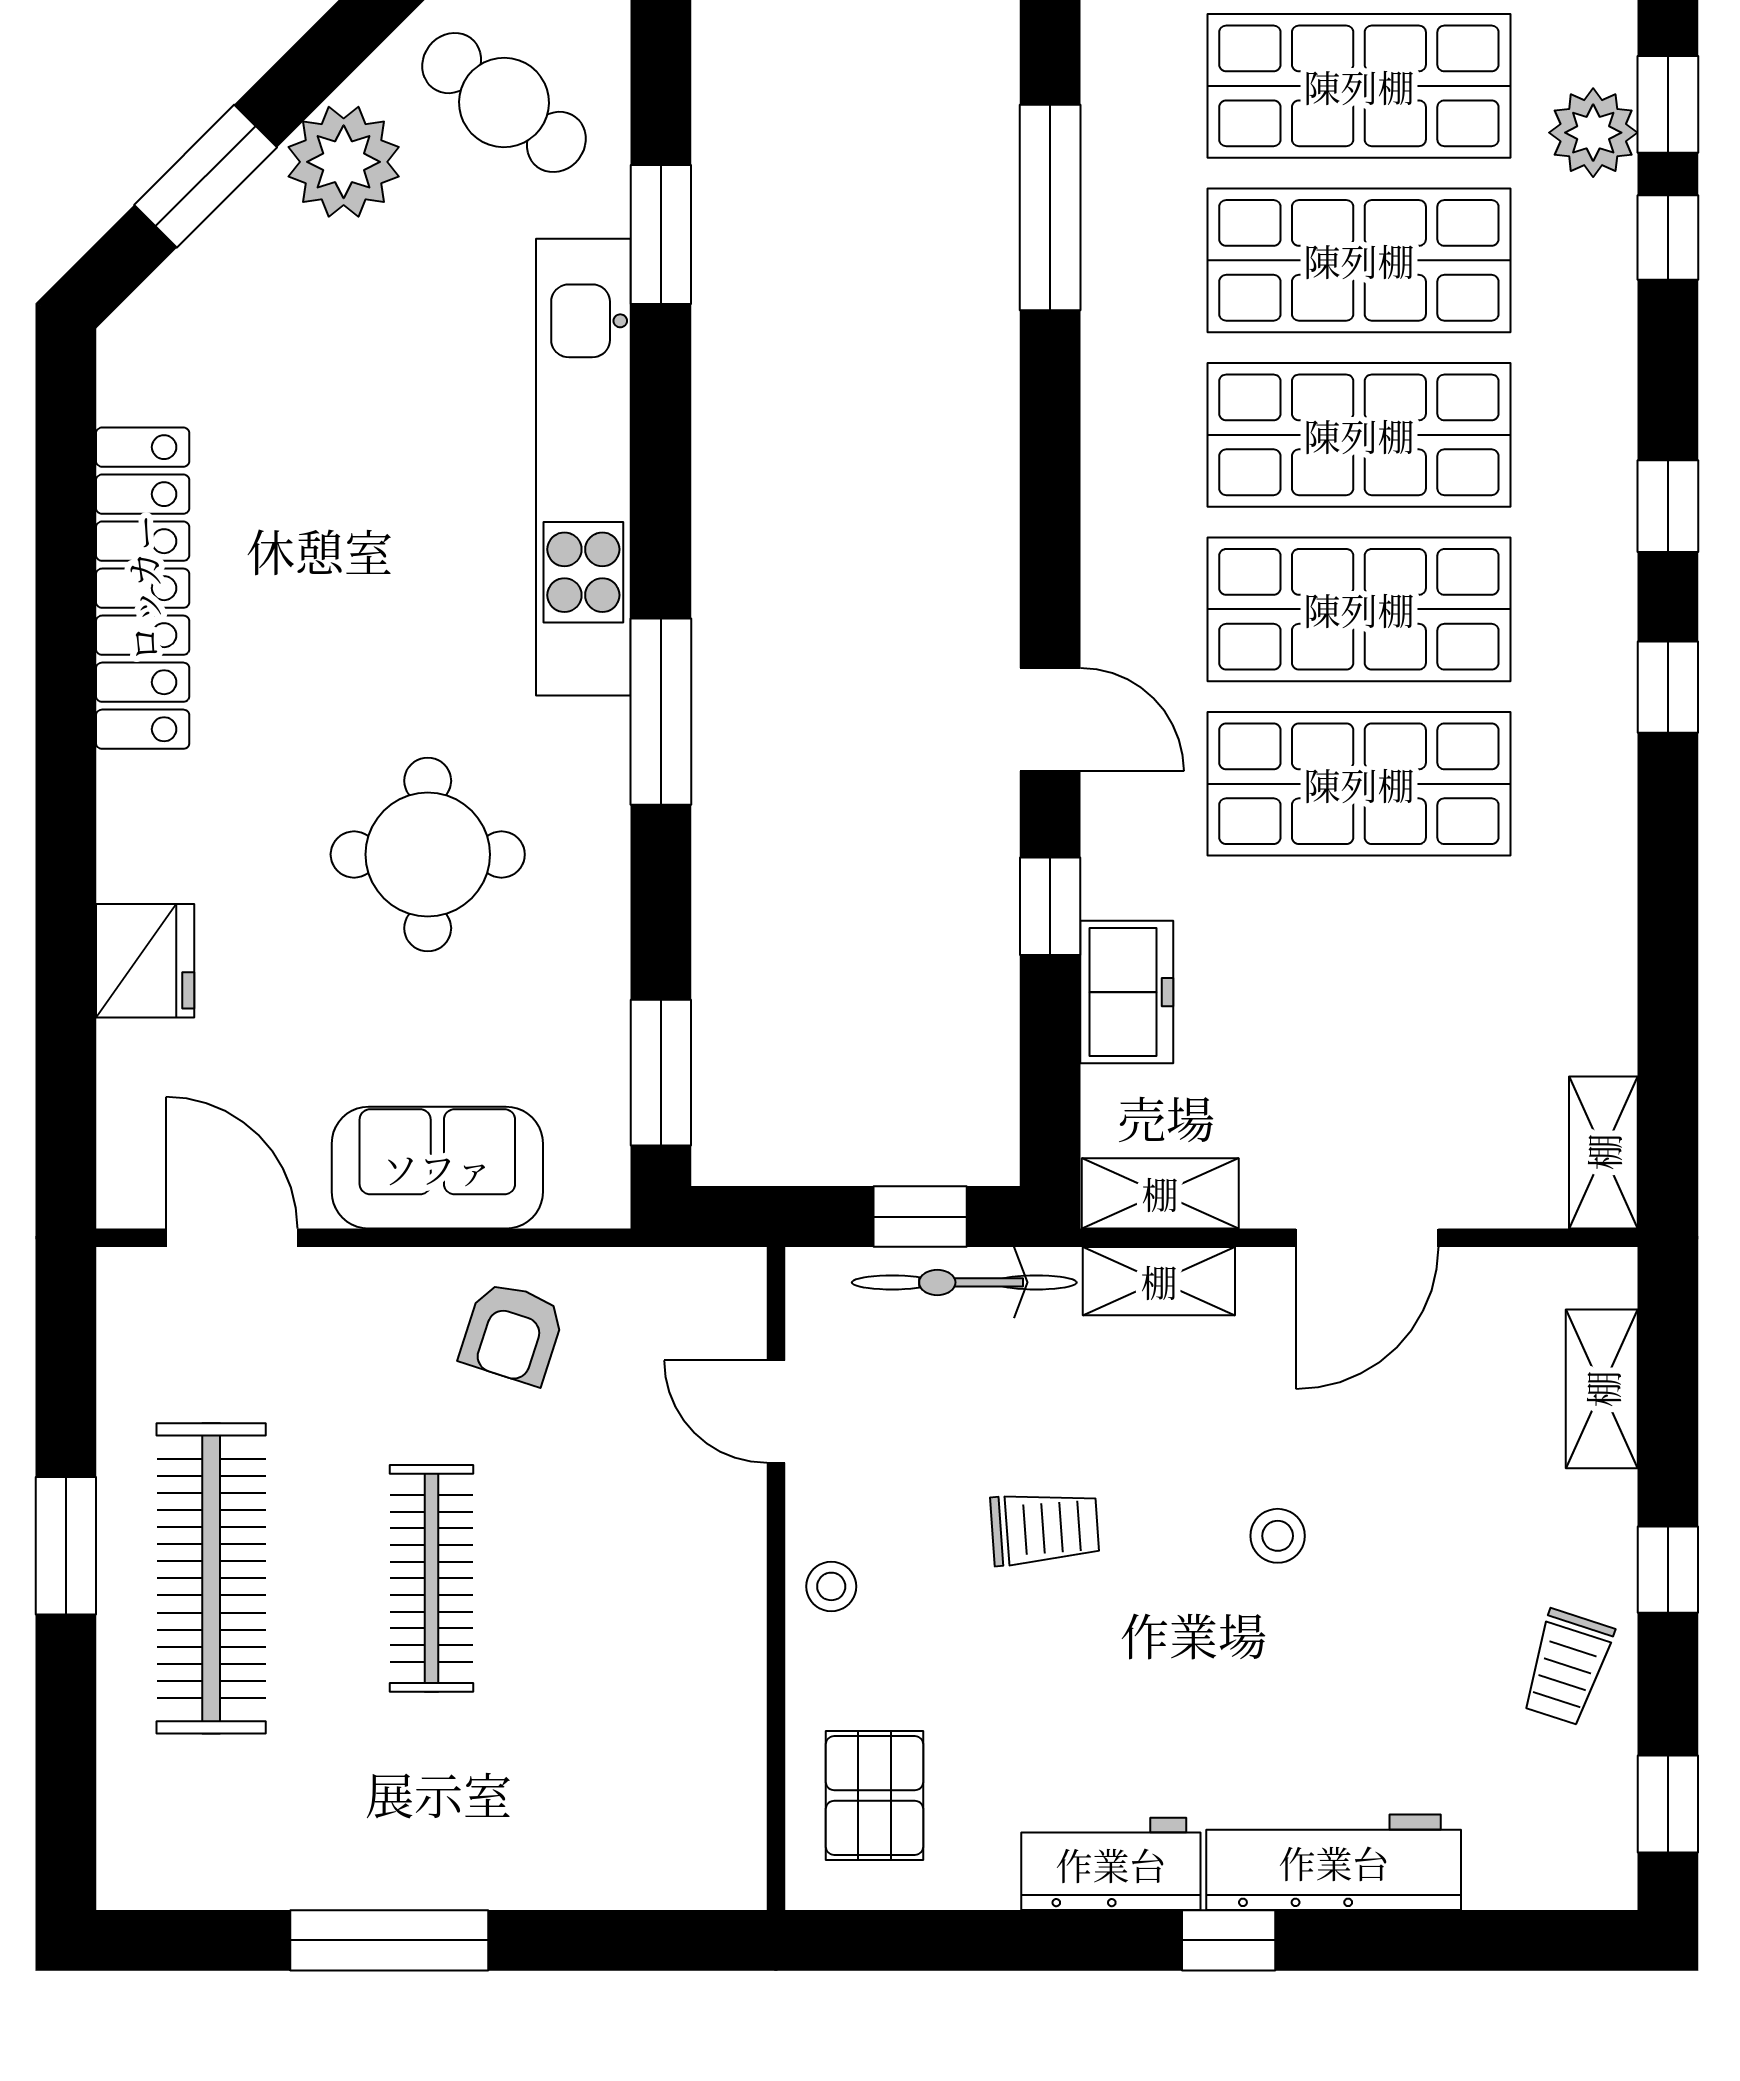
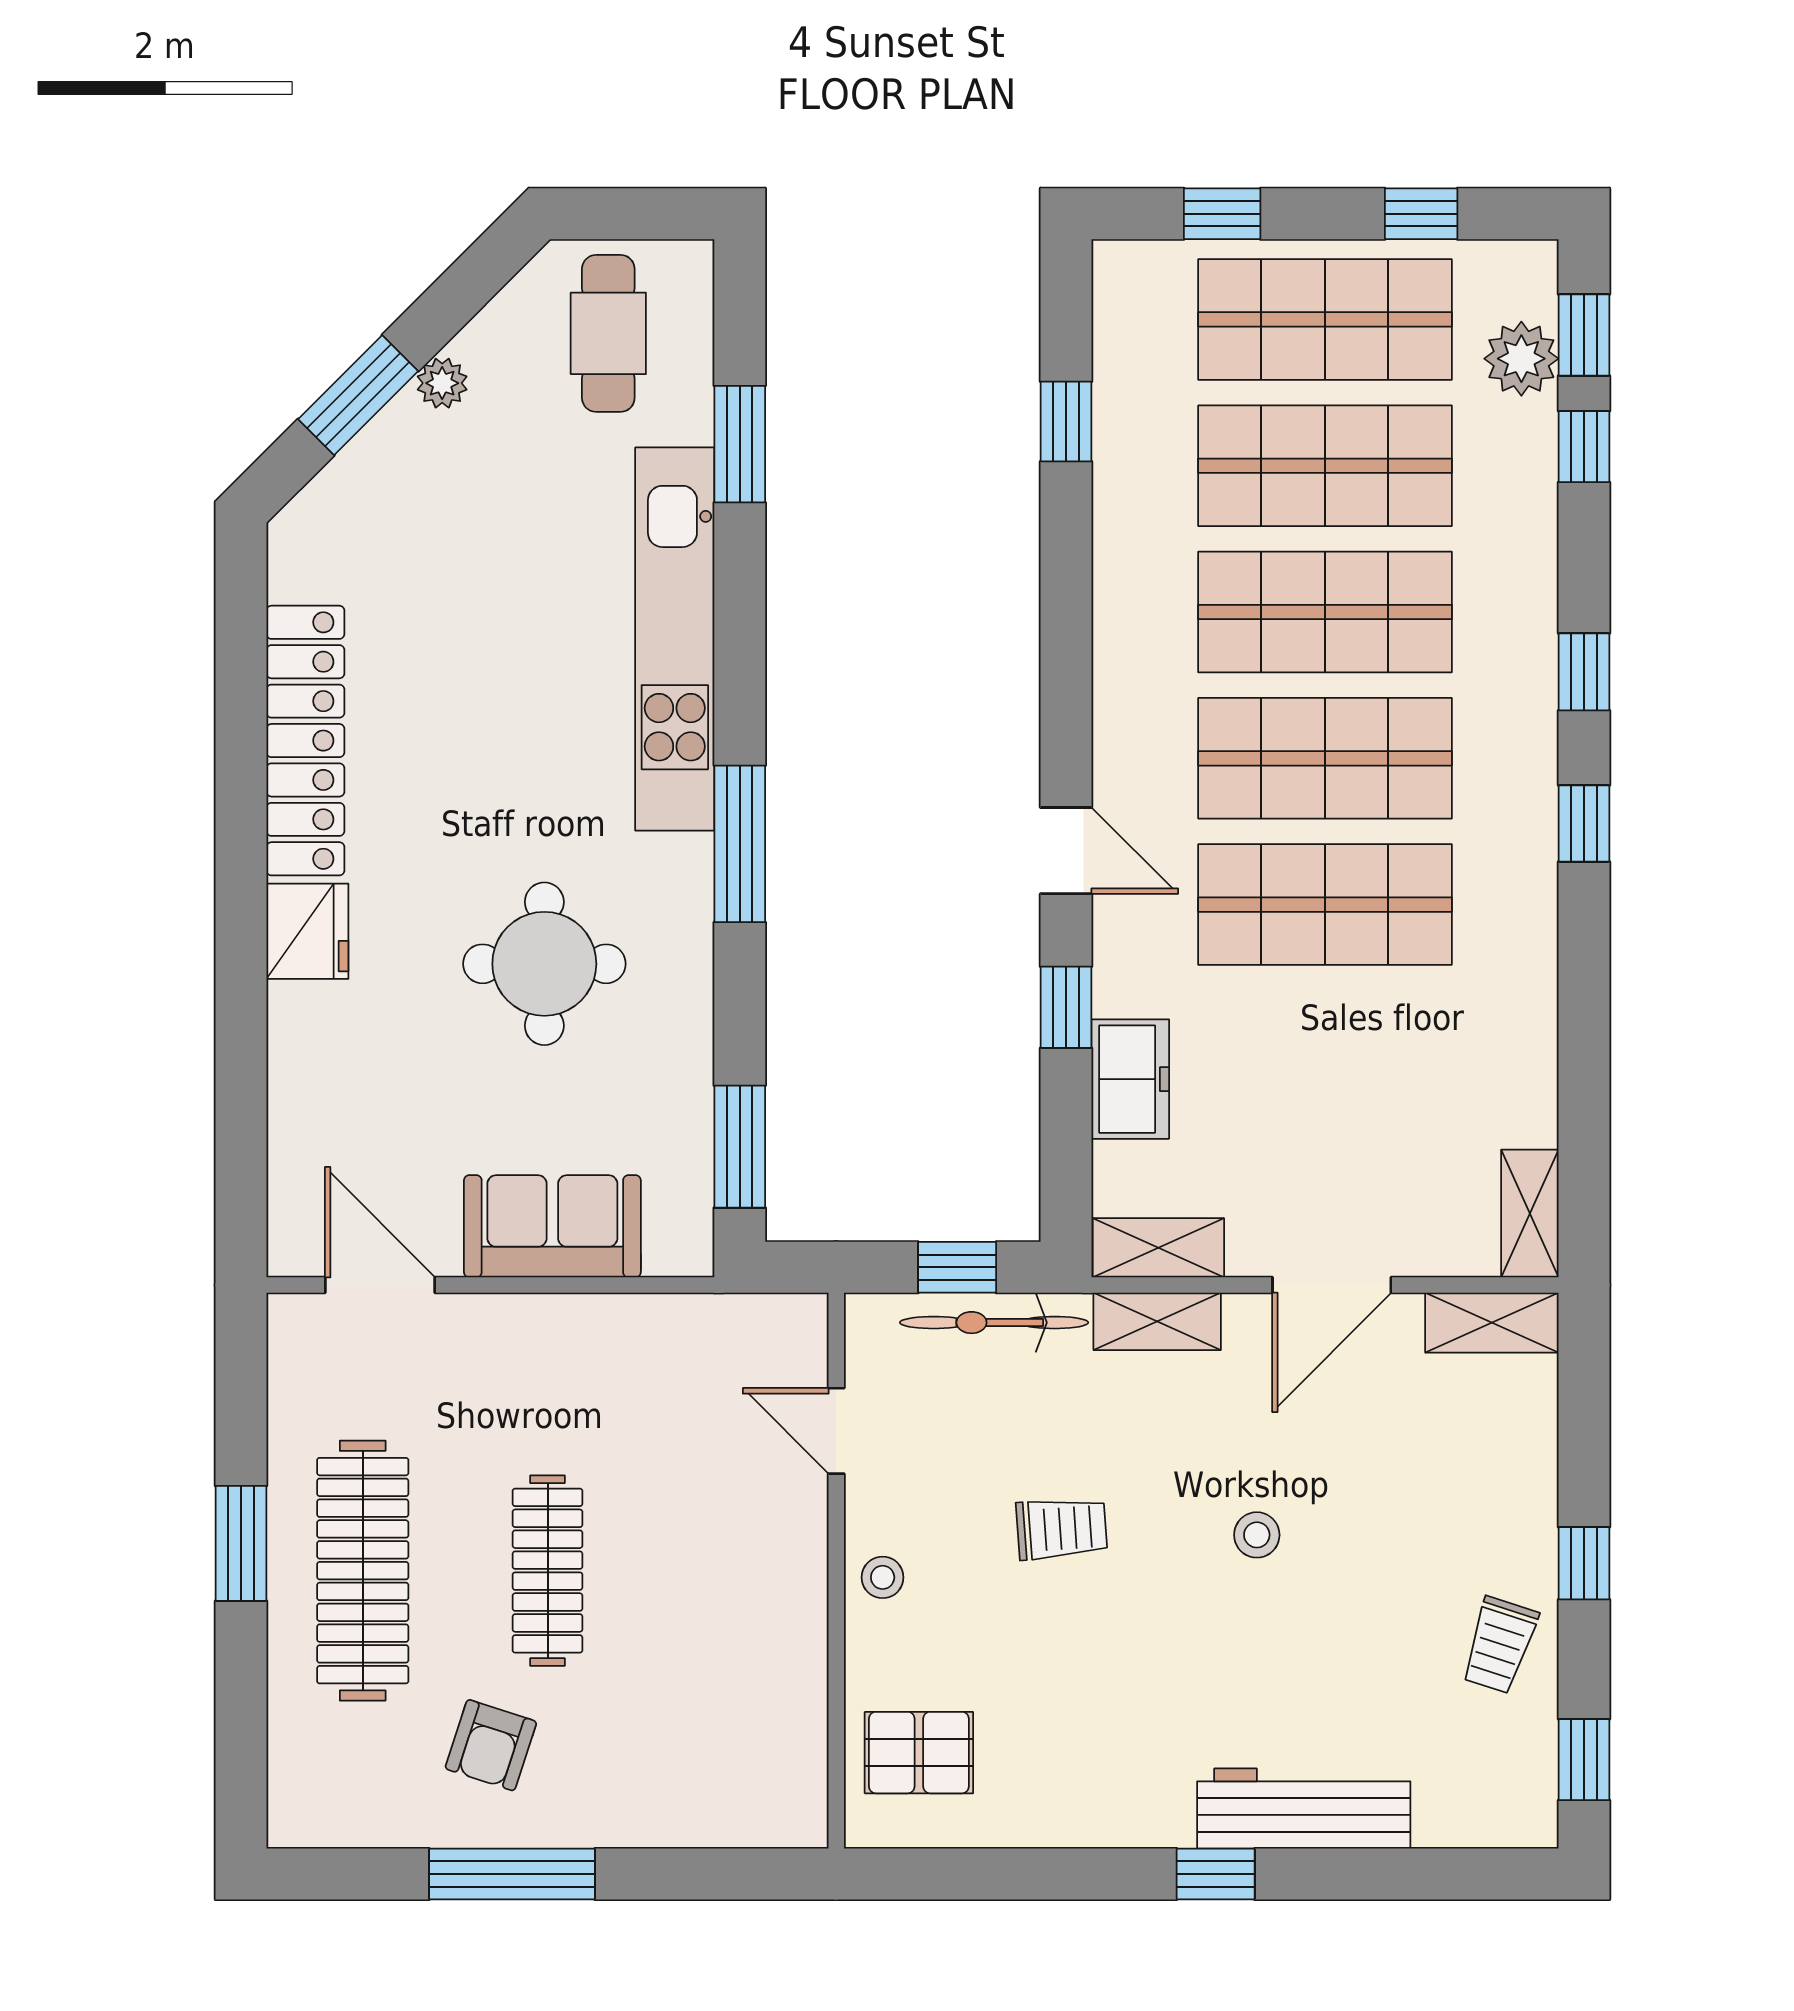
cafe table: (504, 102) -> (608, 333), turned 53
plant: (344, 162) -> (442, 383), width x0.53, depth x0.53
window: (1050, 207) -> (1066, 421), width x0.46
fridge: (145, 961) -> (307, 931), moved
armchair: (512, 1333) -> (491, 1745), moved
shelving: (1602, 1389) -> (1492, 1323), moved, turned 90
pallet: (875, 1795) -> (919, 1753), turned 90
workbench: (1111, 1864) -> (1117, 1810), removed

